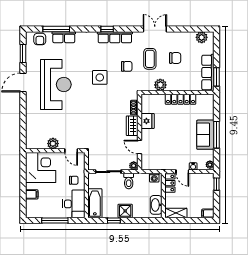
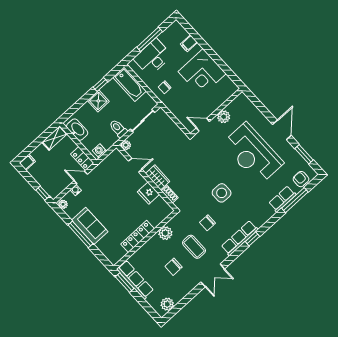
plant: (53, 144) -> (224, 117), moved
wall: (55, 151) -> (216, 112), moved
door: (71, 151) -> (203, 125), moved
desk: (74, 204) -> (153, 57), moved, turned 90

